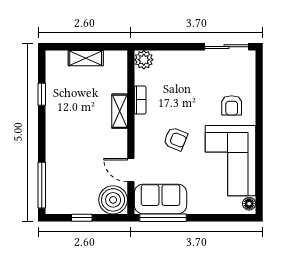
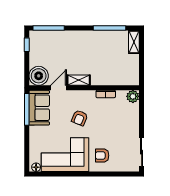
shelving: (86, 58) -> (134, 42), moved
window: (42, 94) -> (110, 28), width x2.17
shelving: (120, 111) -> (79, 80), moved
window: (82, 218) -> (27, 45), moved

